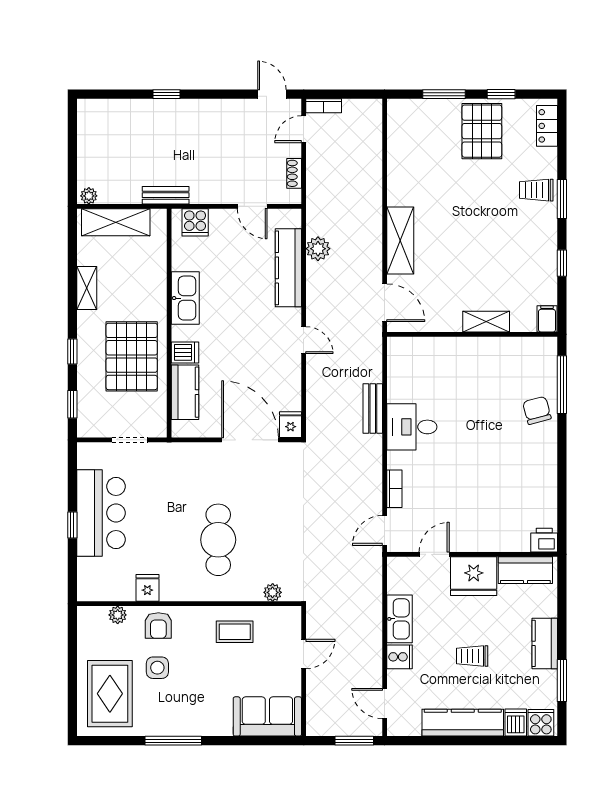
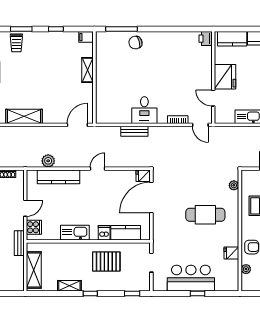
plant: (89, 196) -> (20, 285), removed
door: (252, 206) -> (25, 208), moved
shelving: (400, 240) -> (24, 116), moved
window: (72, 351) -> (90, 293), moved
pallet: (132, 356) -> (106, 261), width x0.73, depth x0.71
kitchen counter: (525, 570) -> (232, 39), moved, turned 90

